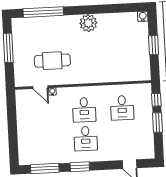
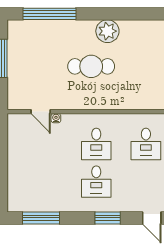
cafe table: (52, 61) -> (91, 66), moved
window: (80, 167) -> (108, 218), moved

